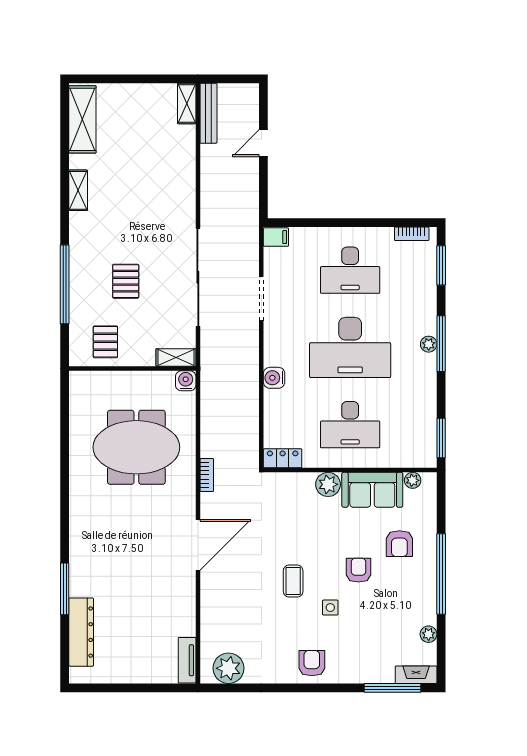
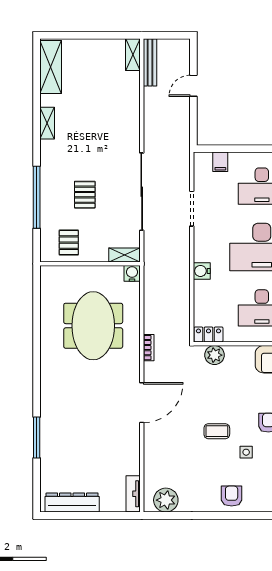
filing cabinet: (276, 237) -> (220, 162), moved, turned 90
meeting table: (136, 447) -> (93, 326), turned 90
plant: (328, 484) -> (215, 355), moved
coffee table: (293, 581) -> (217, 431), turned 90
dresser: (81, 632) -> (72, 503), moved, turned -90

